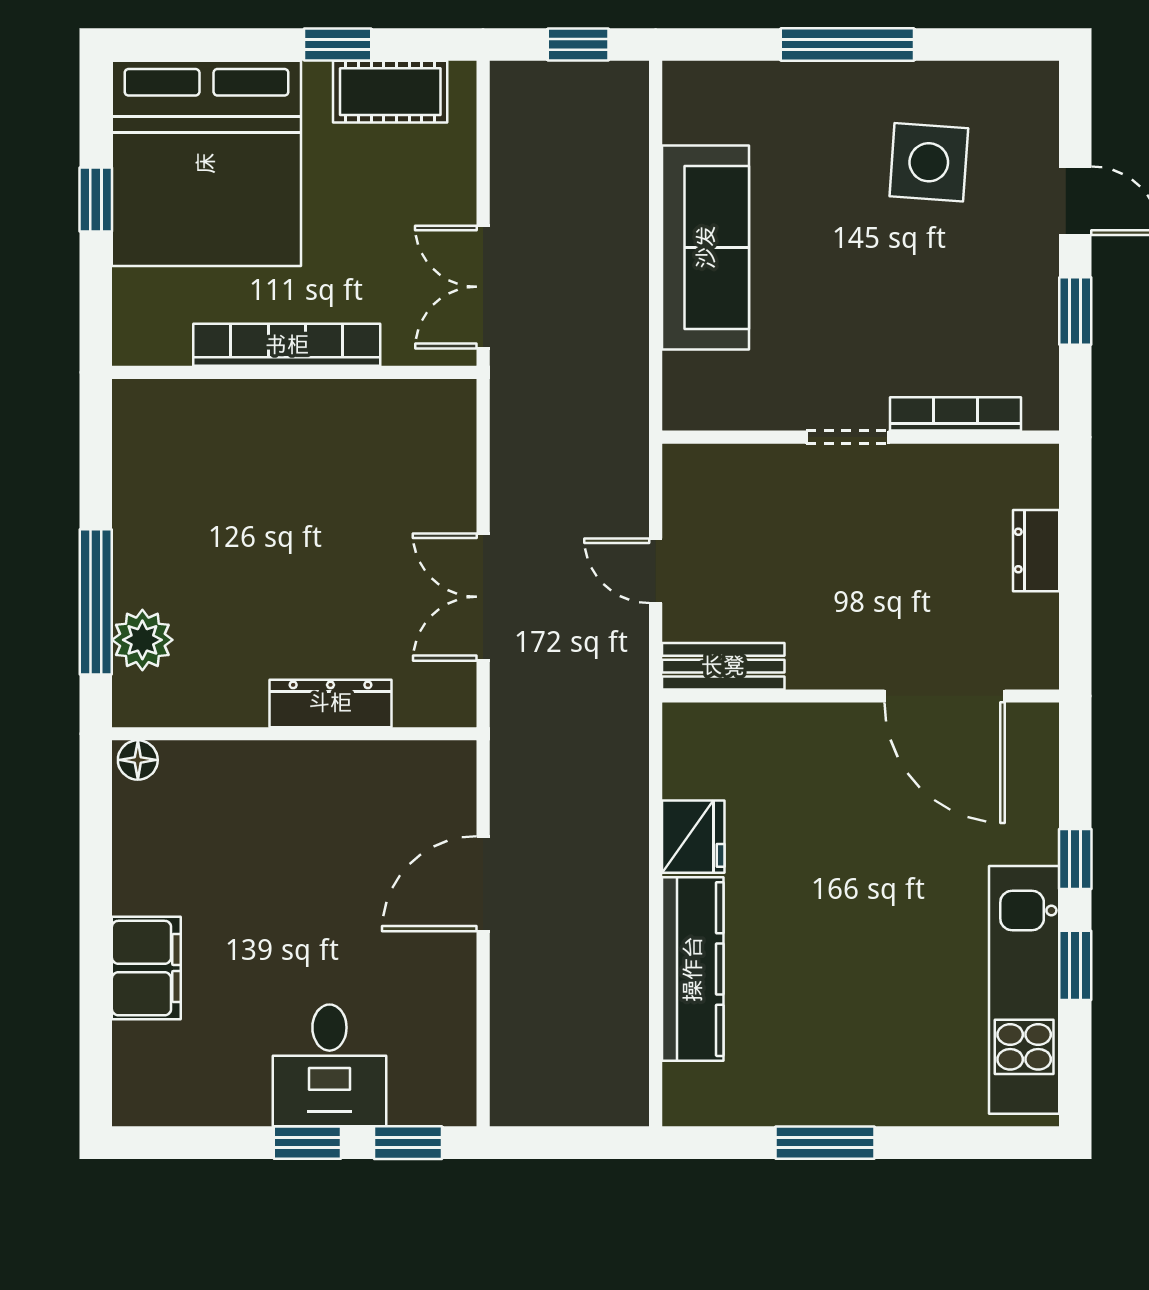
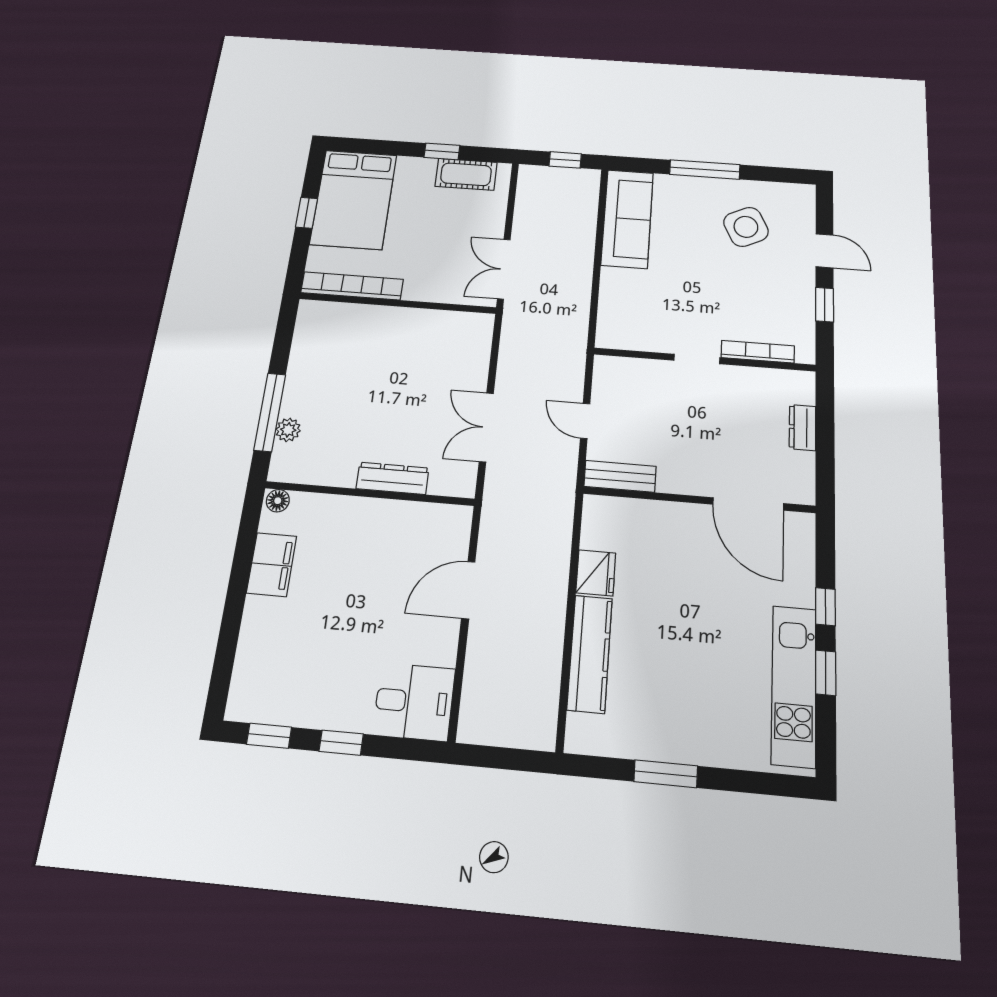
side table: (929, 162) -> (746, 227), turned -30
bed: (206, 163) -> (354, 199), width x0.73
sofa: (706, 247) -> (627, 219), moved
bookcase: (287, 345) -> (352, 286), moved
plant: (142, 640) -> (288, 430), width x0.73, depth x0.73
filing cabinet: (146, 968) -> (272, 565), moved
desk: (329, 1065) -> (414, 702), moved, turned -90
window: (408, 1143) -> (269, 736), moved

